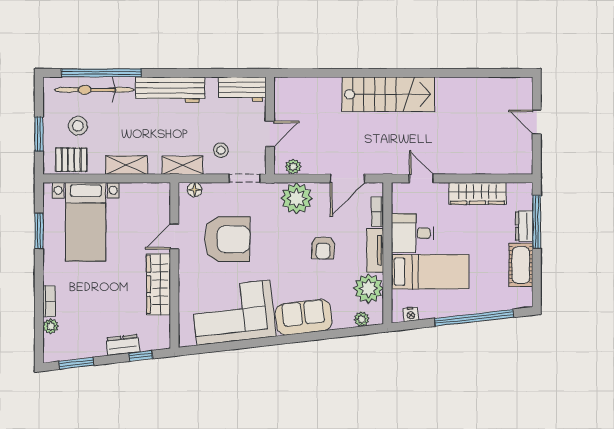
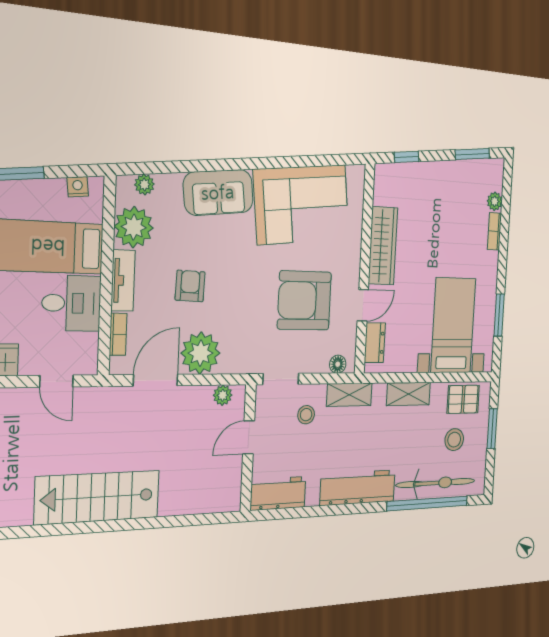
plant: (297, 198) -> (200, 353), moved
dresser: (123, 345) -> (375, 343), moved, turned -83

